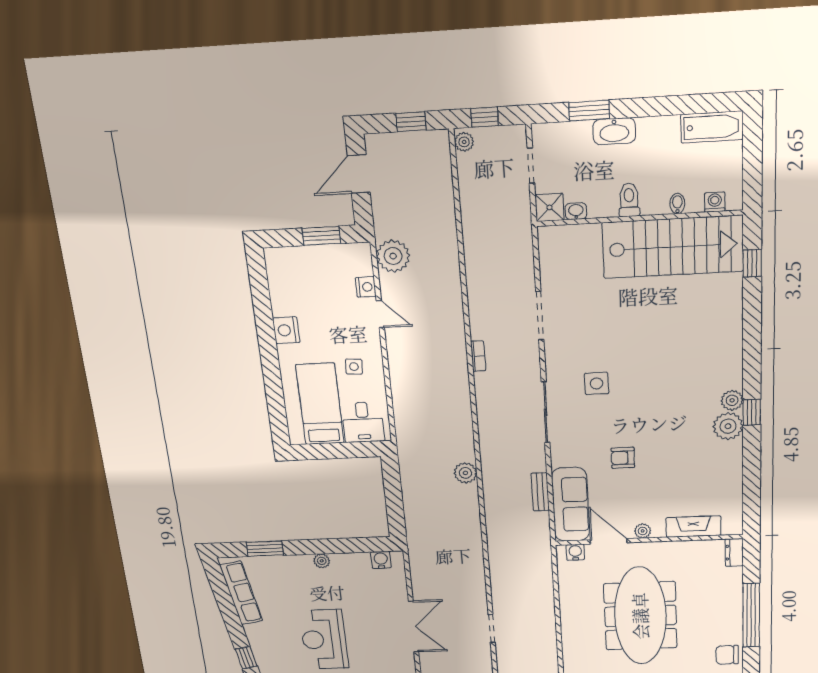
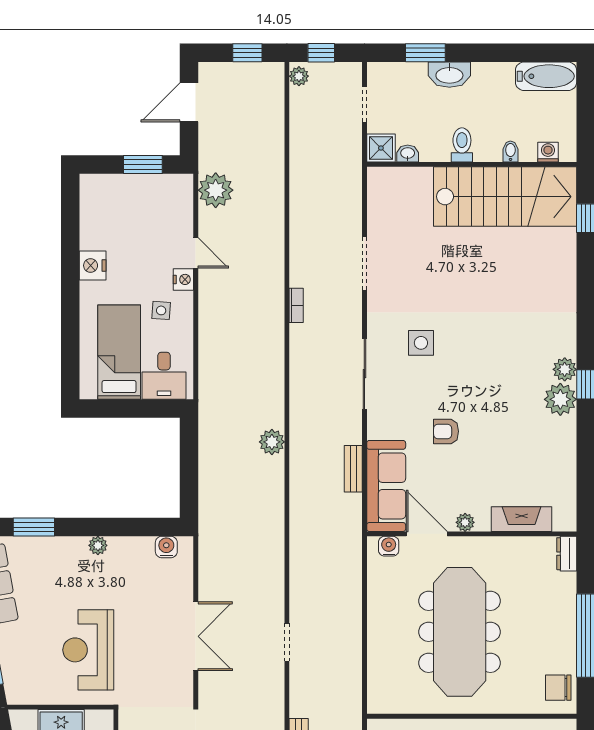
nightstand: (366, 287) -> (183, 279), moved

